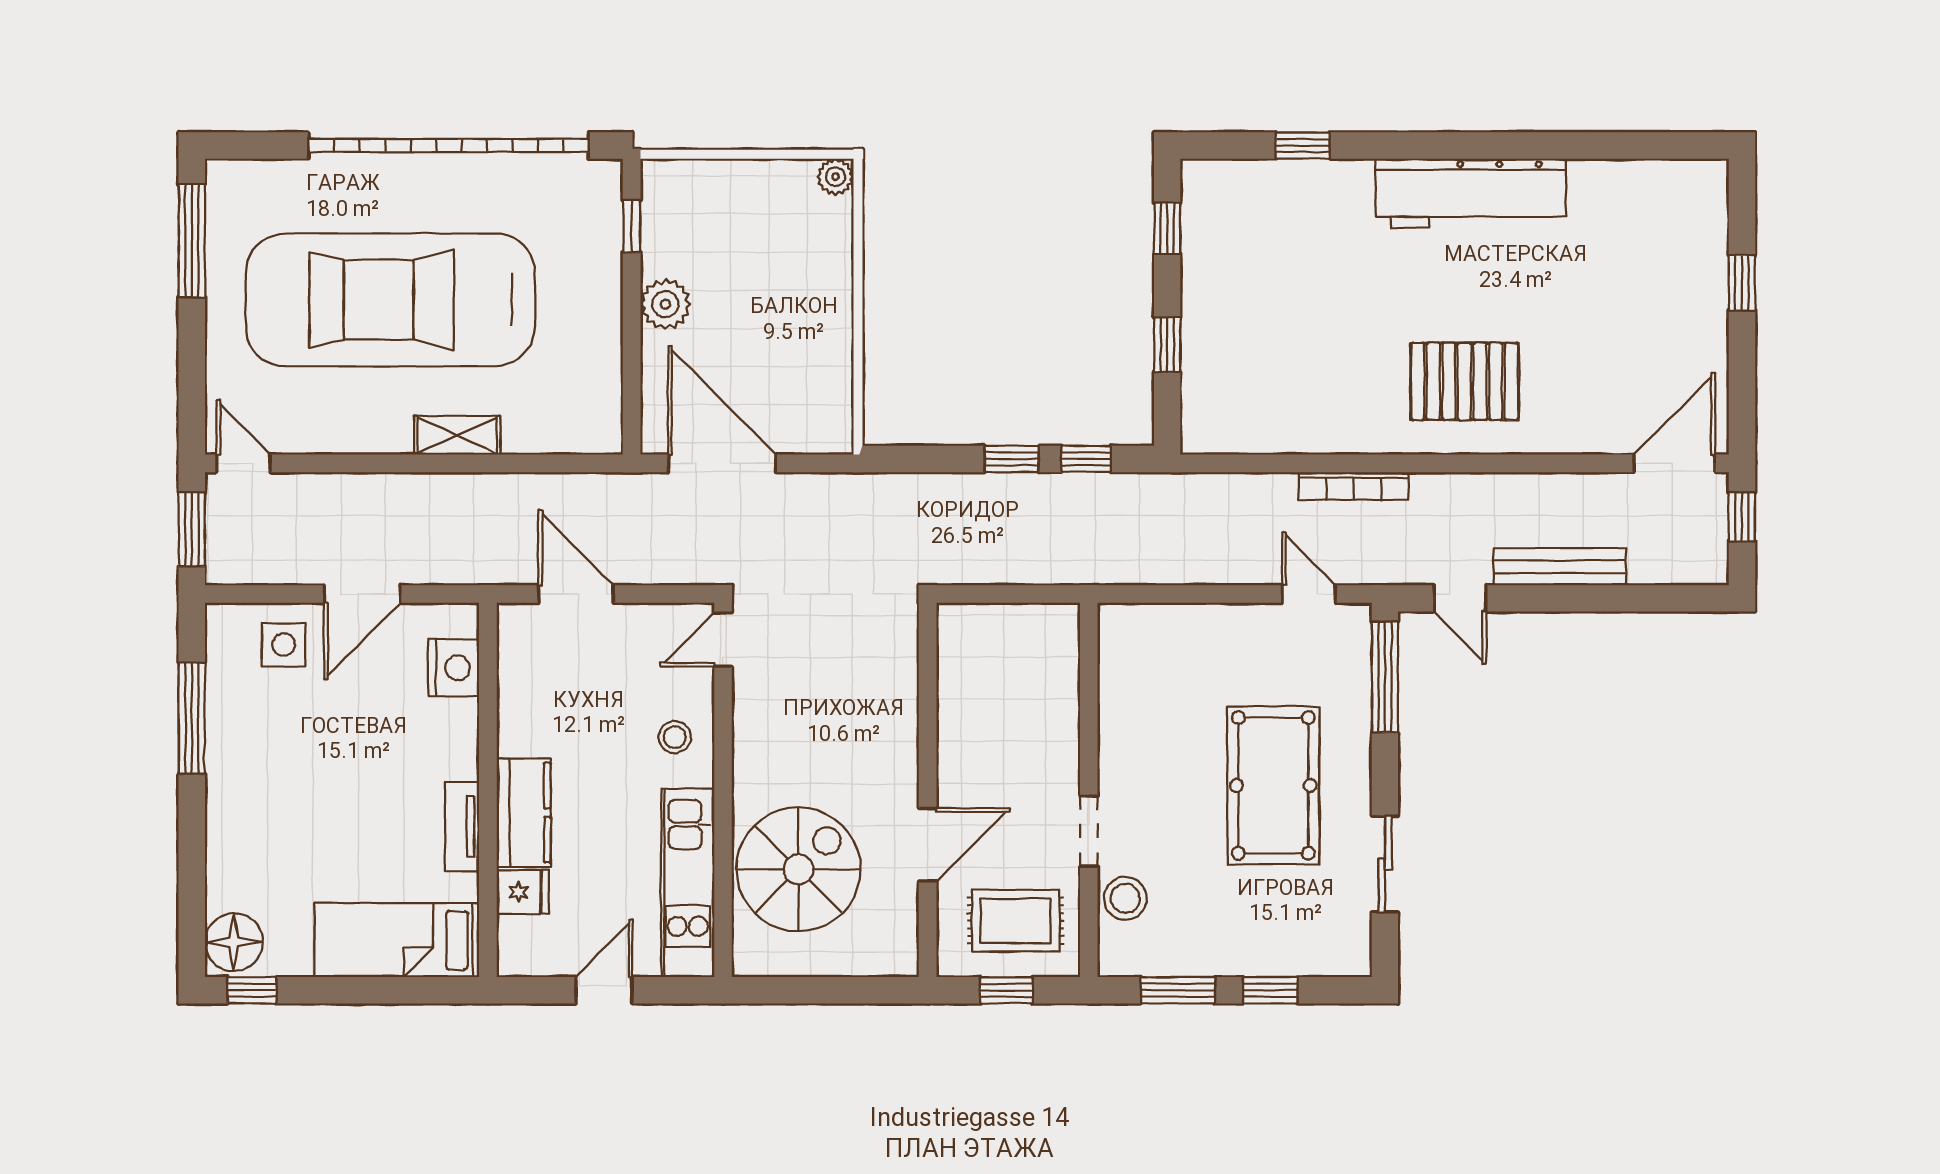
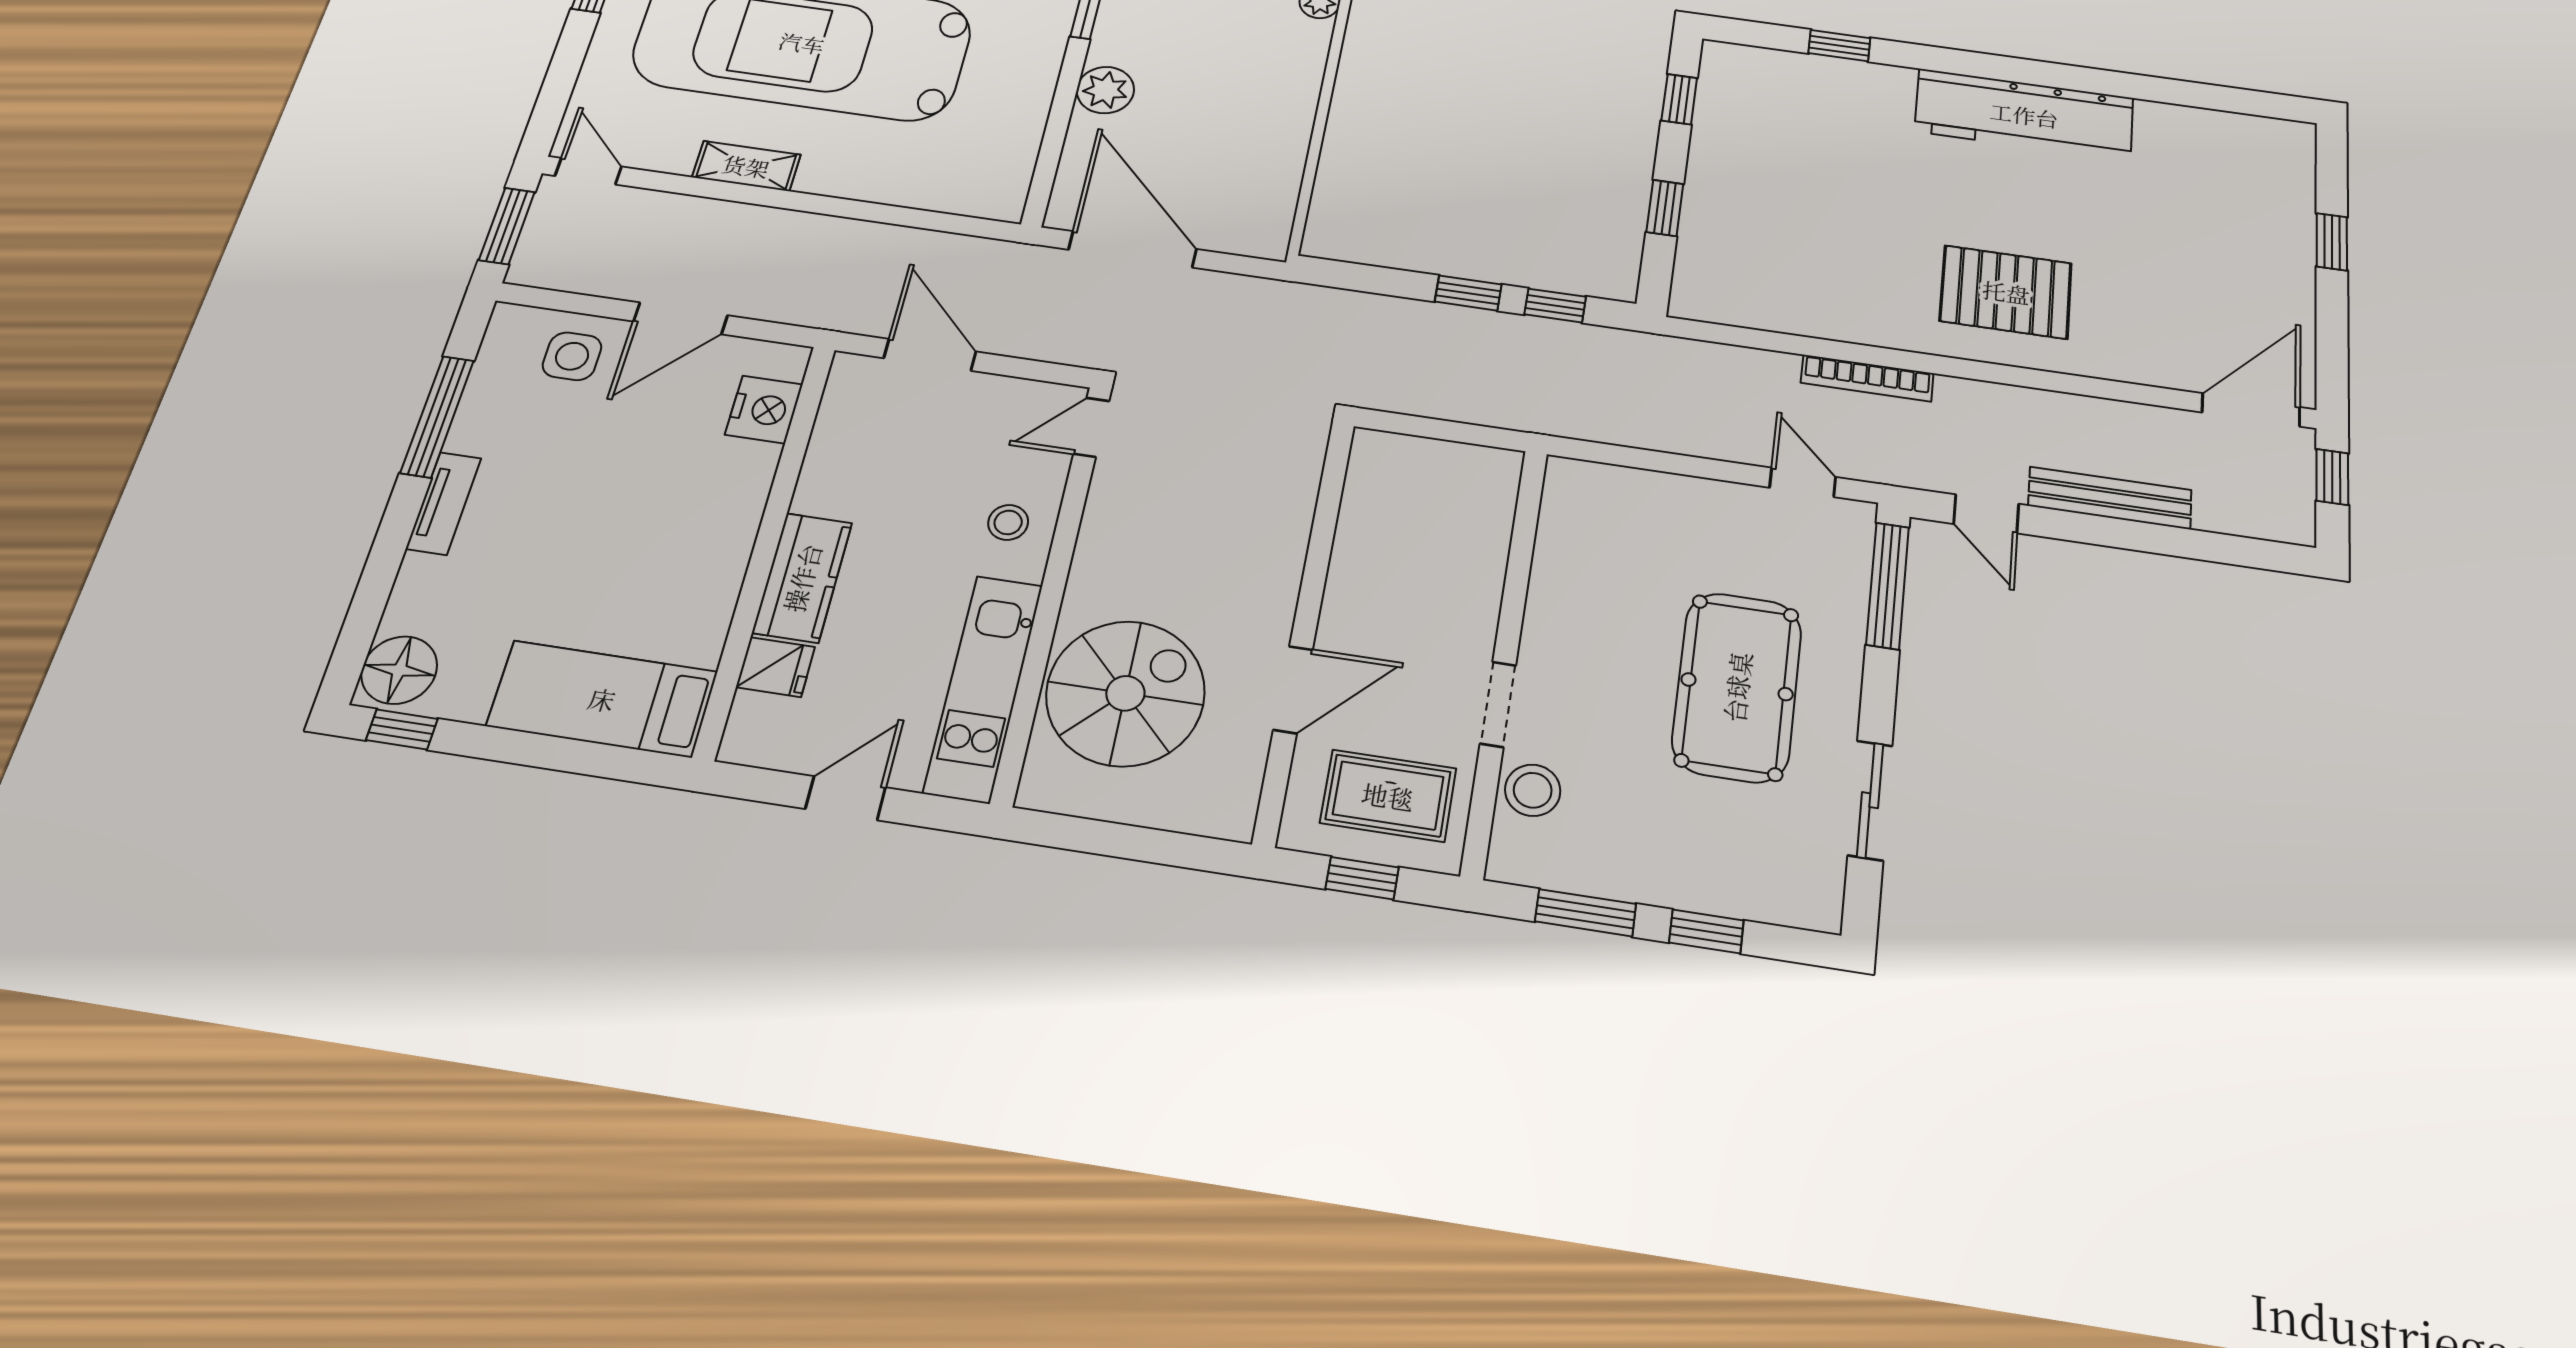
shelving: (457, 435) -> (746, 166), moved
tv unit: (462, 826) -> (443, 503), moved, turned 180

